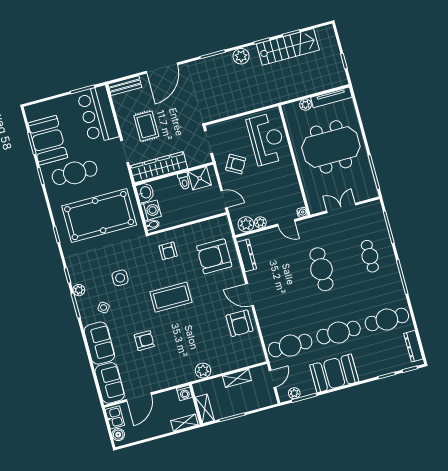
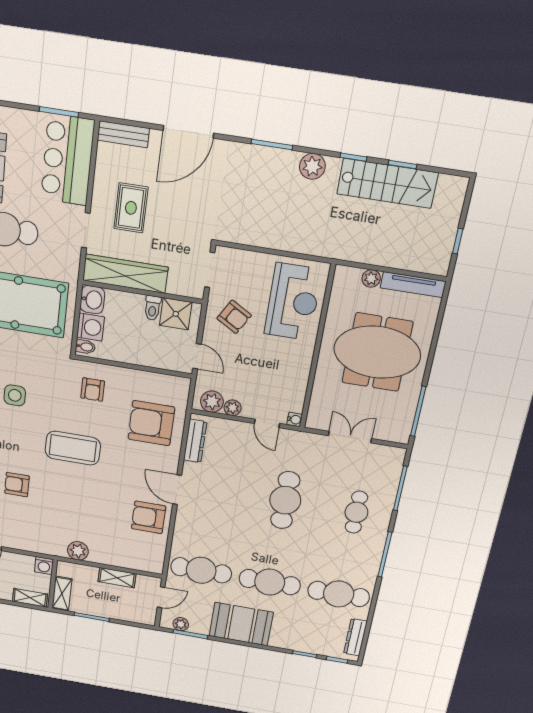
armchair: (240, 323) -> (149, 517), turned 90
armchair: (144, 341) -> (17, 485), turned 180

